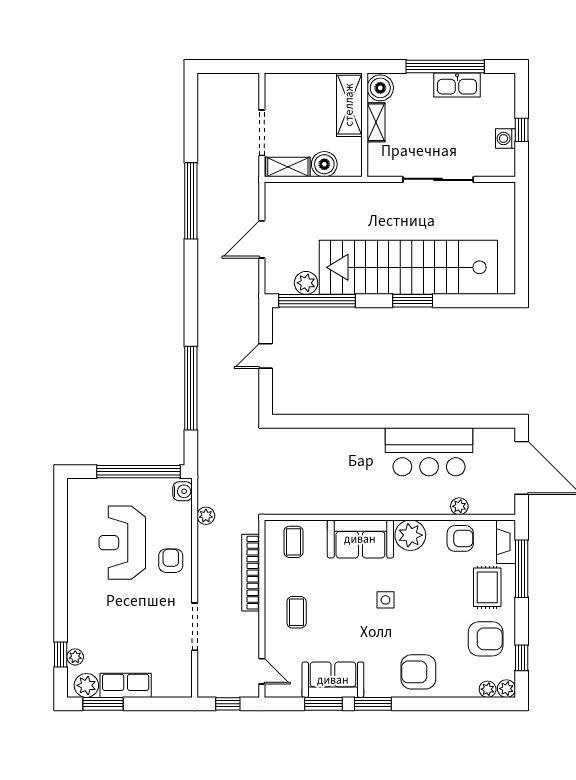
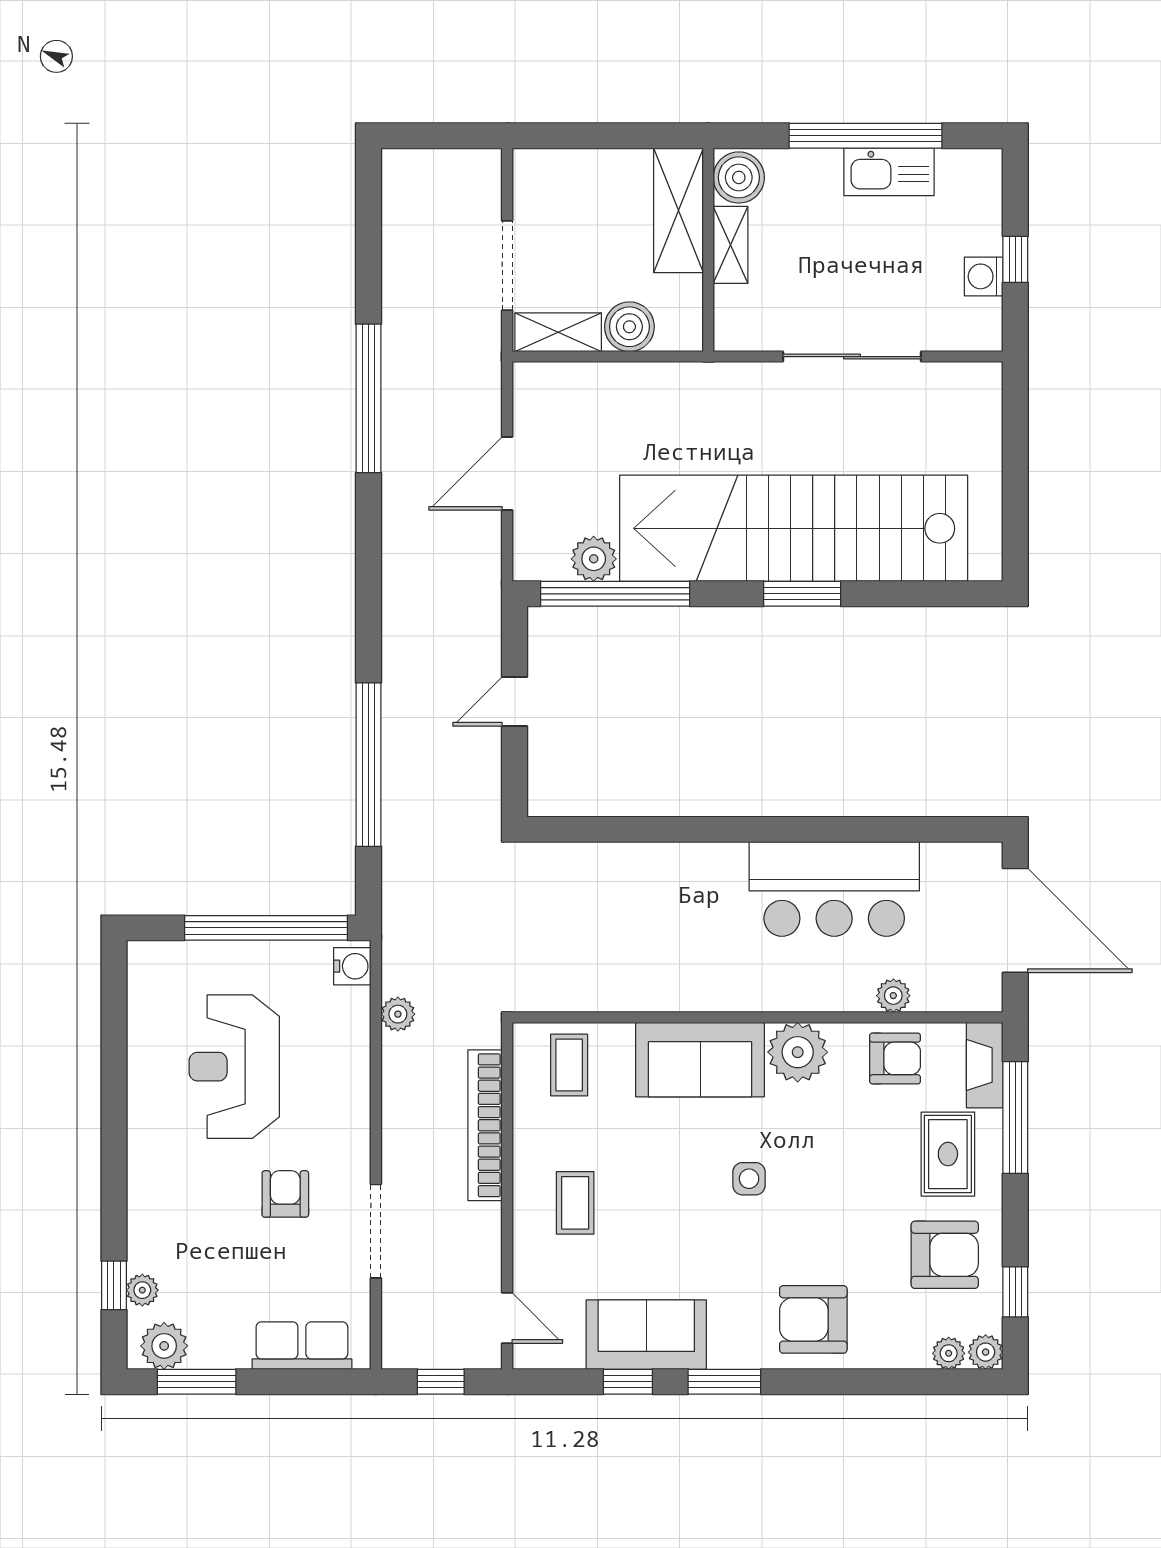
armchair: (171, 561) -> (285, 1194), moved
row of seats: (126, 685) -> (302, 1346), moved
window: (324, 704) -> (628, 1382), width x0.67

